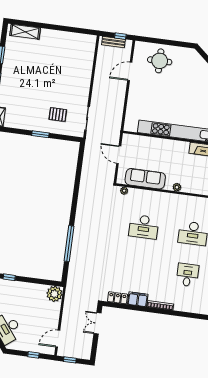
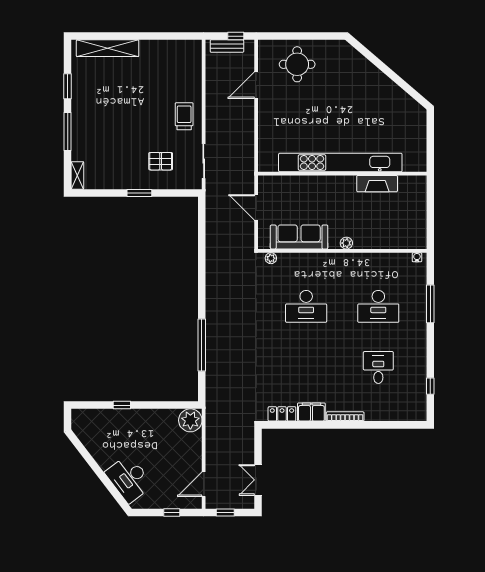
shelving: (25, 32) -> (108, 48), width x1.47
trolley: (78, 86) -> (184, 116), added
double door: (98, 323) -> (258, 480), moved

